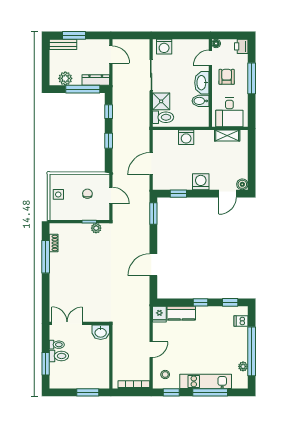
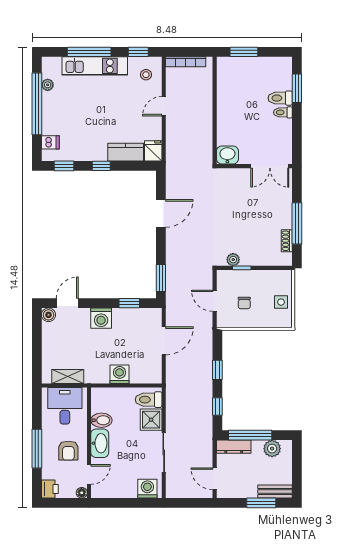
double door: (67, 323) -> (270, 166), moved
wall: (79, 323) -> (254, 166), moved
washbasin: (101, 332) -> (227, 155), moved

